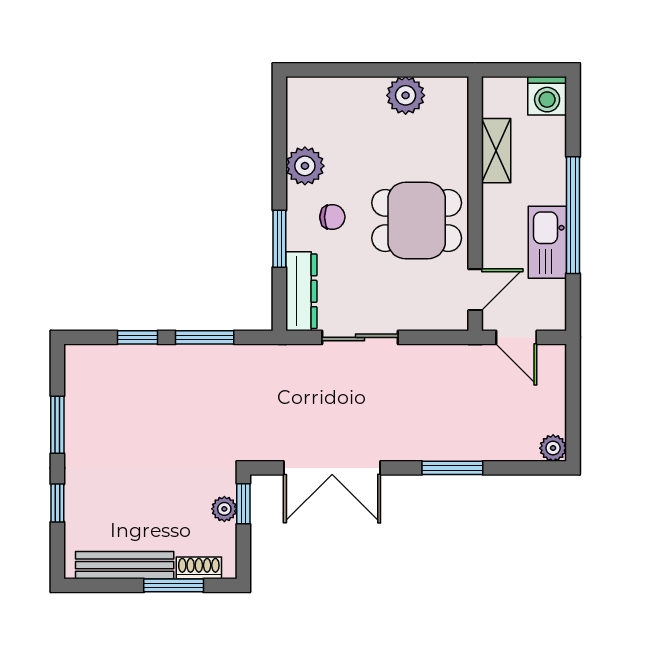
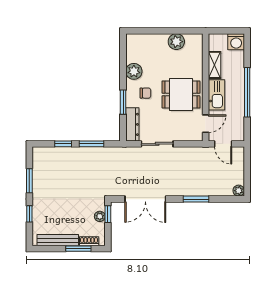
kitchen sink: (547, 242) -> (217, 95), moved, turned 180

